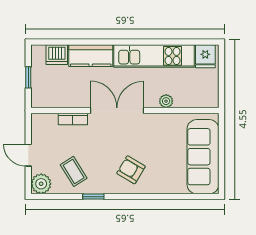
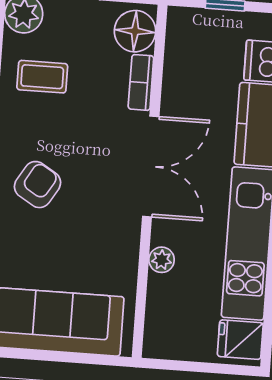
floor lamp: (46, 124) -> (135, 31), added
coffee table: (74, 171) -> (42, 77), turned 32

